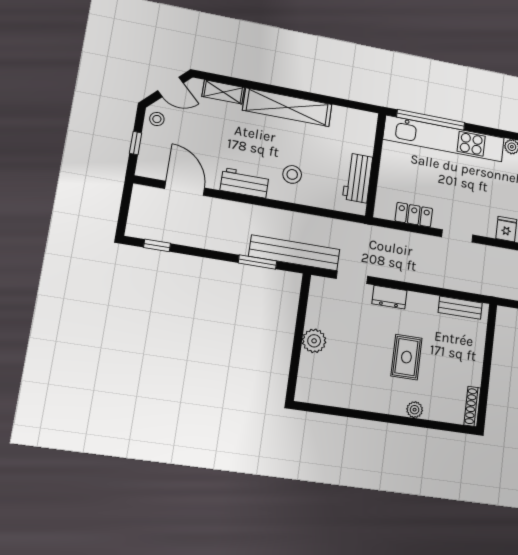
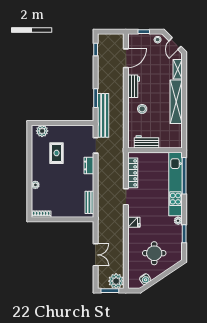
locker: (414, 215) -> (133, 173), width x1.53
plant: (314, 341) -> (42, 131), moved
rug: (406, 357) -> (57, 153), moved, turned 90

